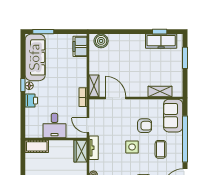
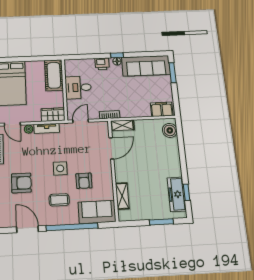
cot: (37, 146) -> (54, 75), width x1.37, depth x1.34
tv unit: (94, 148) -> (47, 128), moved

